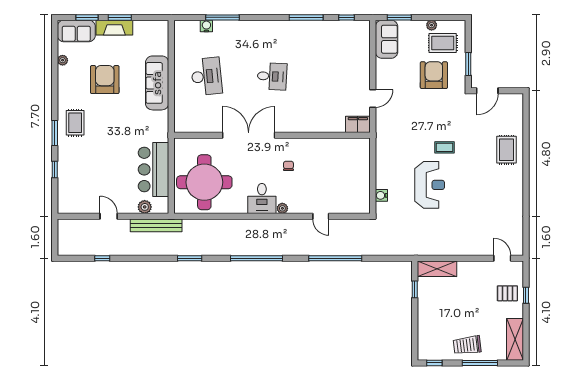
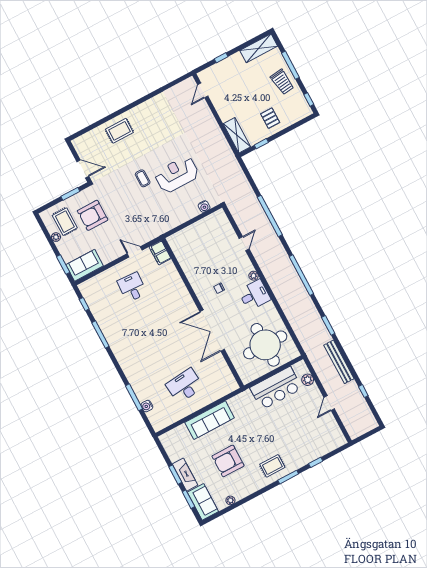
desk: (272, 76) -> (132, 287), moved
bench: (156, 225) -> (339, 362), moved
pallet: (507, 293) -> (270, 118), moved

